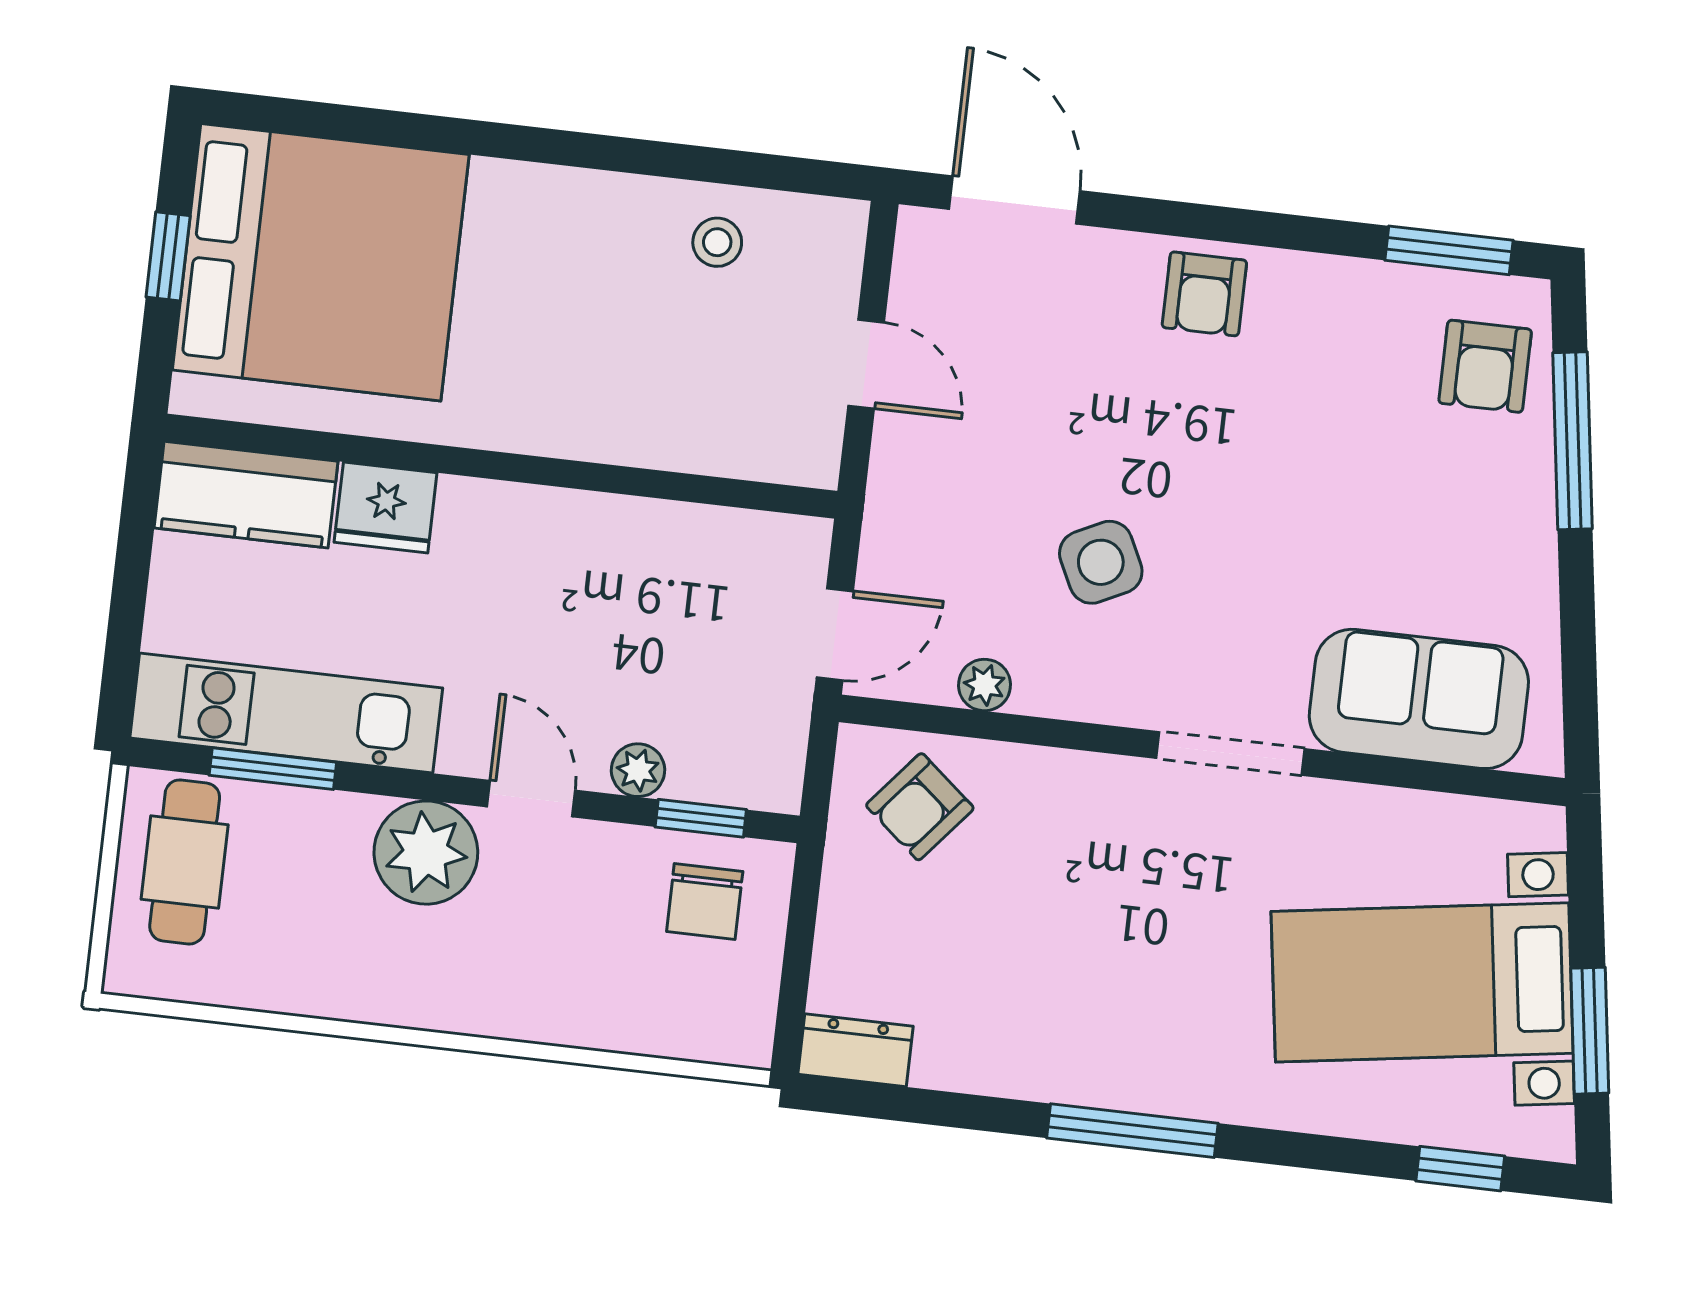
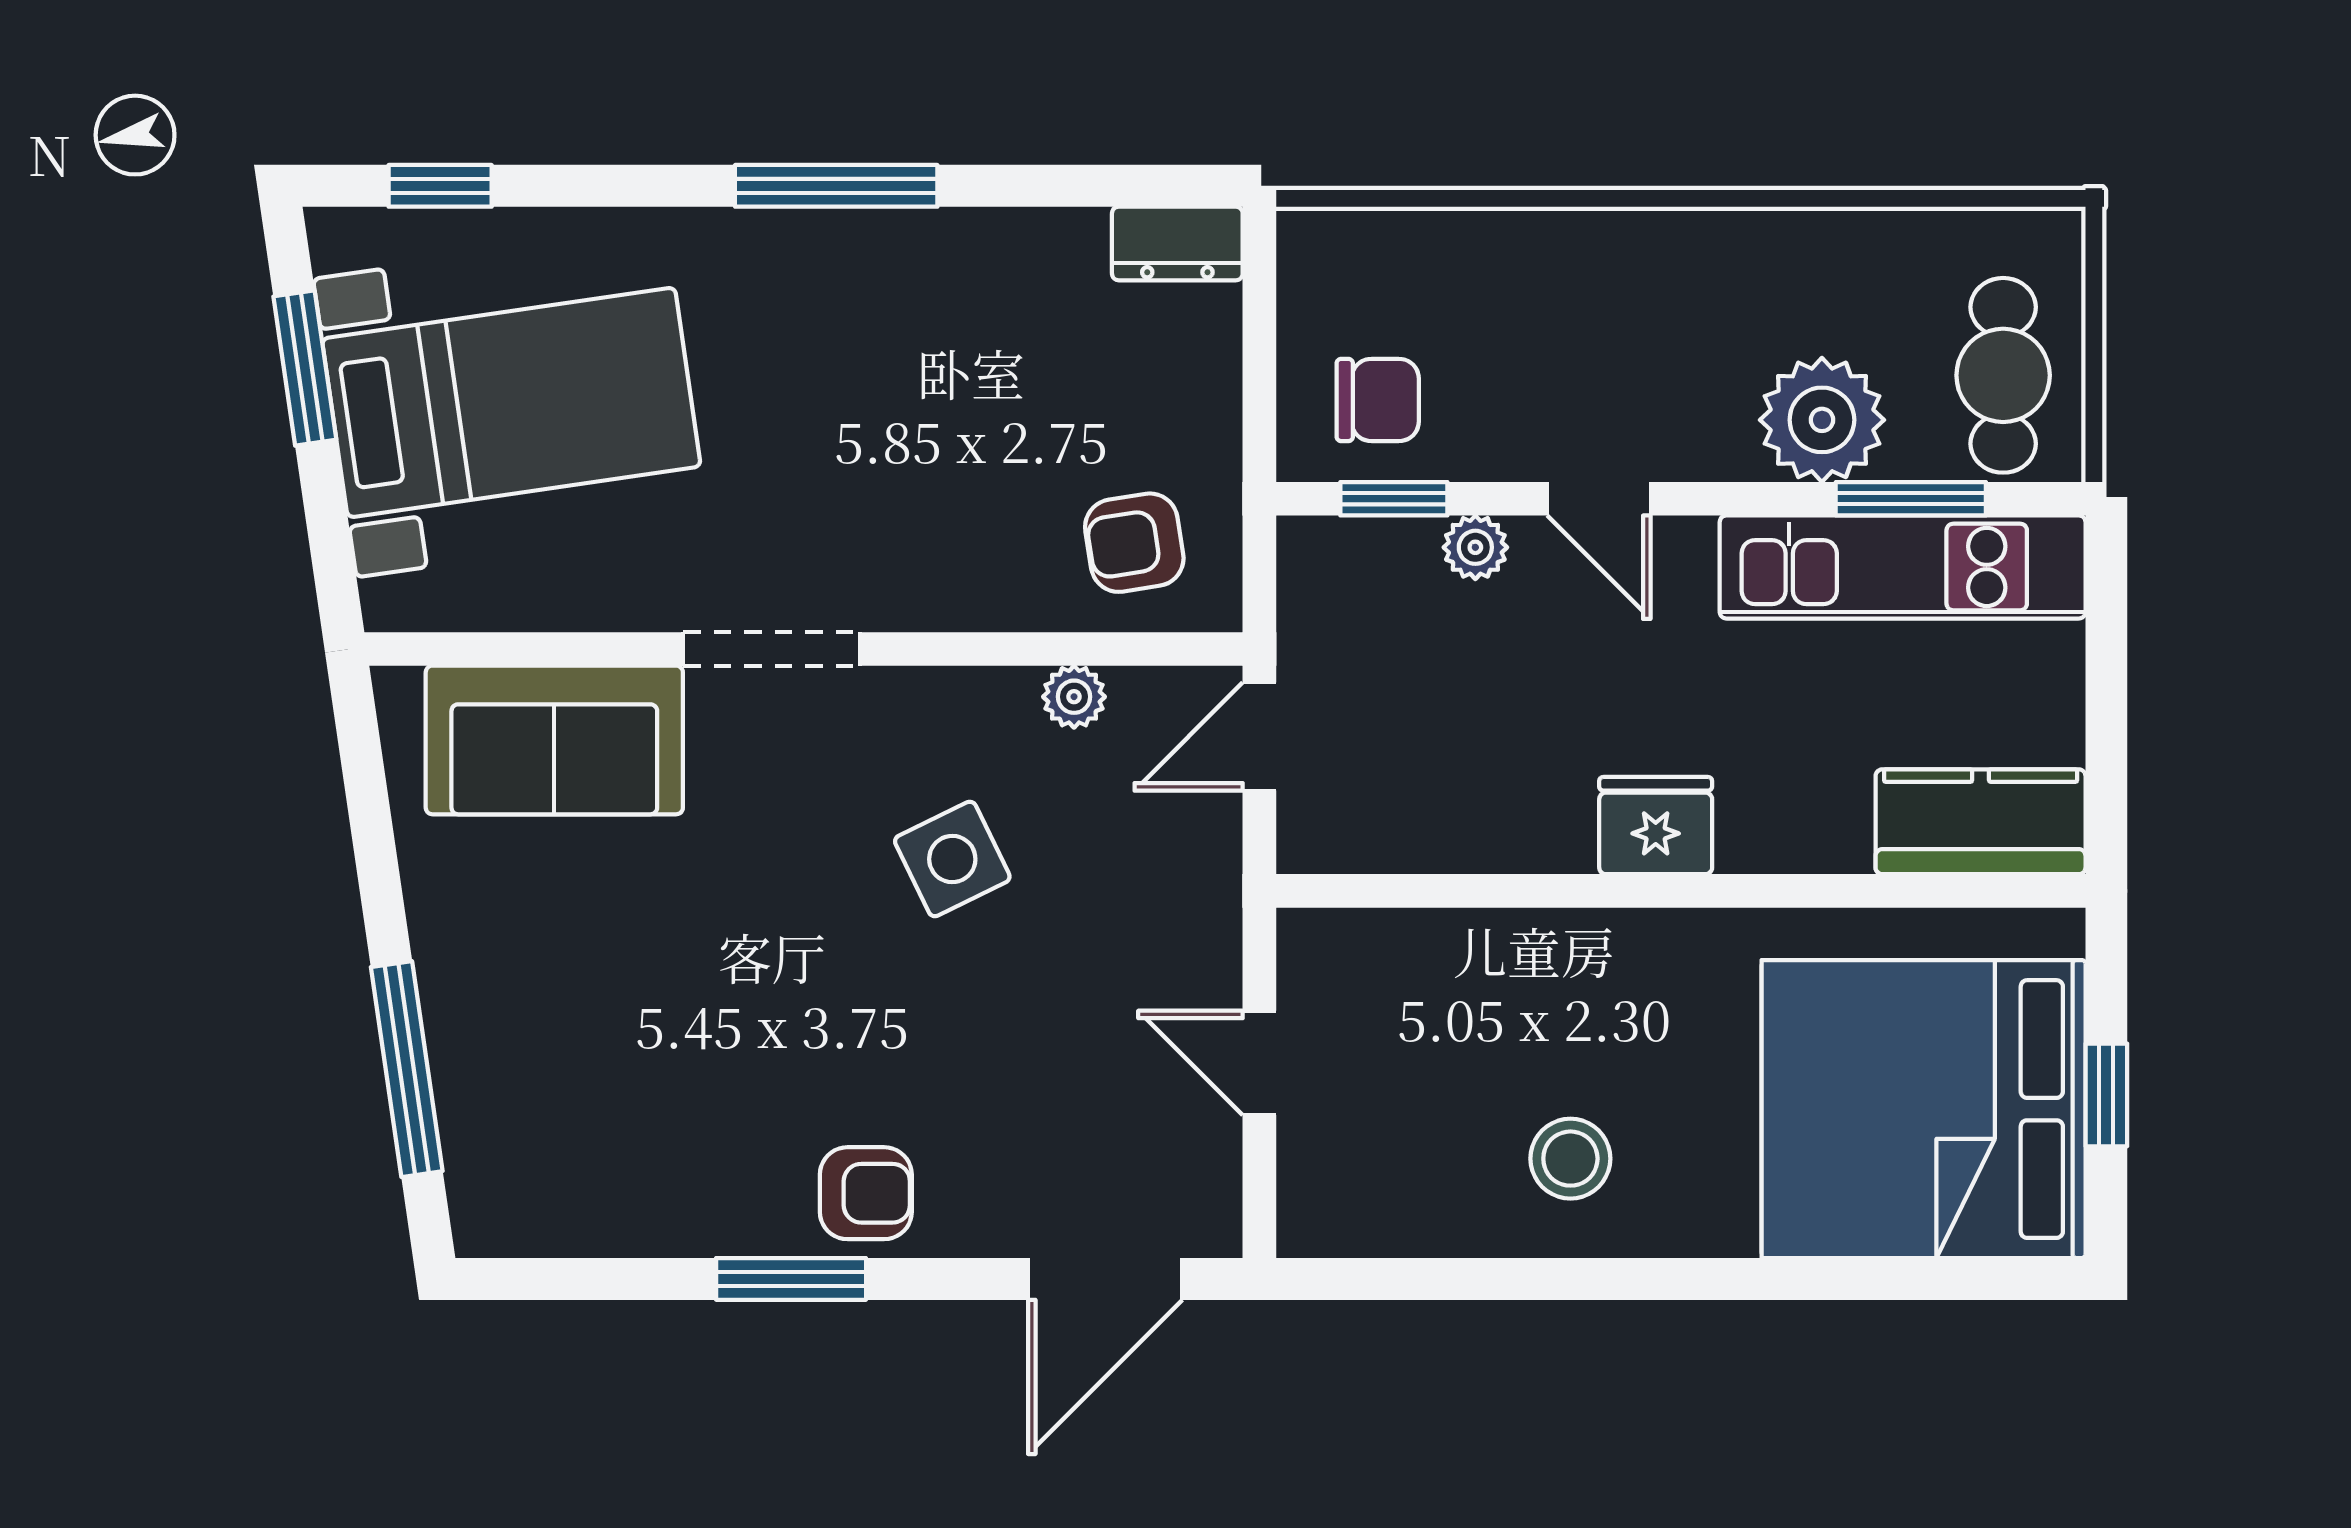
door: (1014, 200) -> (1105, 1279), hinge flipped
stool: (717, 242) -> (1570, 1159), moved, width x1.37, depth x1.37
window: (1449, 250) -> (791, 1279), moved
armchair: (1204, 294) -> (866, 1193), turned 90
armchair: (1485, 366) -> (521, 1146), removed
fridge: (386, 508) -> (1656, 826), moved
armchair: (920, 807) -> (1134, 543), turned -139
plant: (426, 853) -> (1822, 420), moved
chair: (705, 901) -> (1378, 400), turned 90

